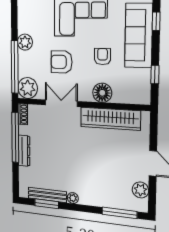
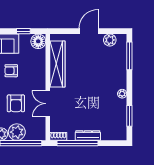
plant: (28, 88) -> (17, 132), moved
floor lamp: (102, 93) -> (38, 41), moved
bench: (47, 195) -> (122, 115), removed

